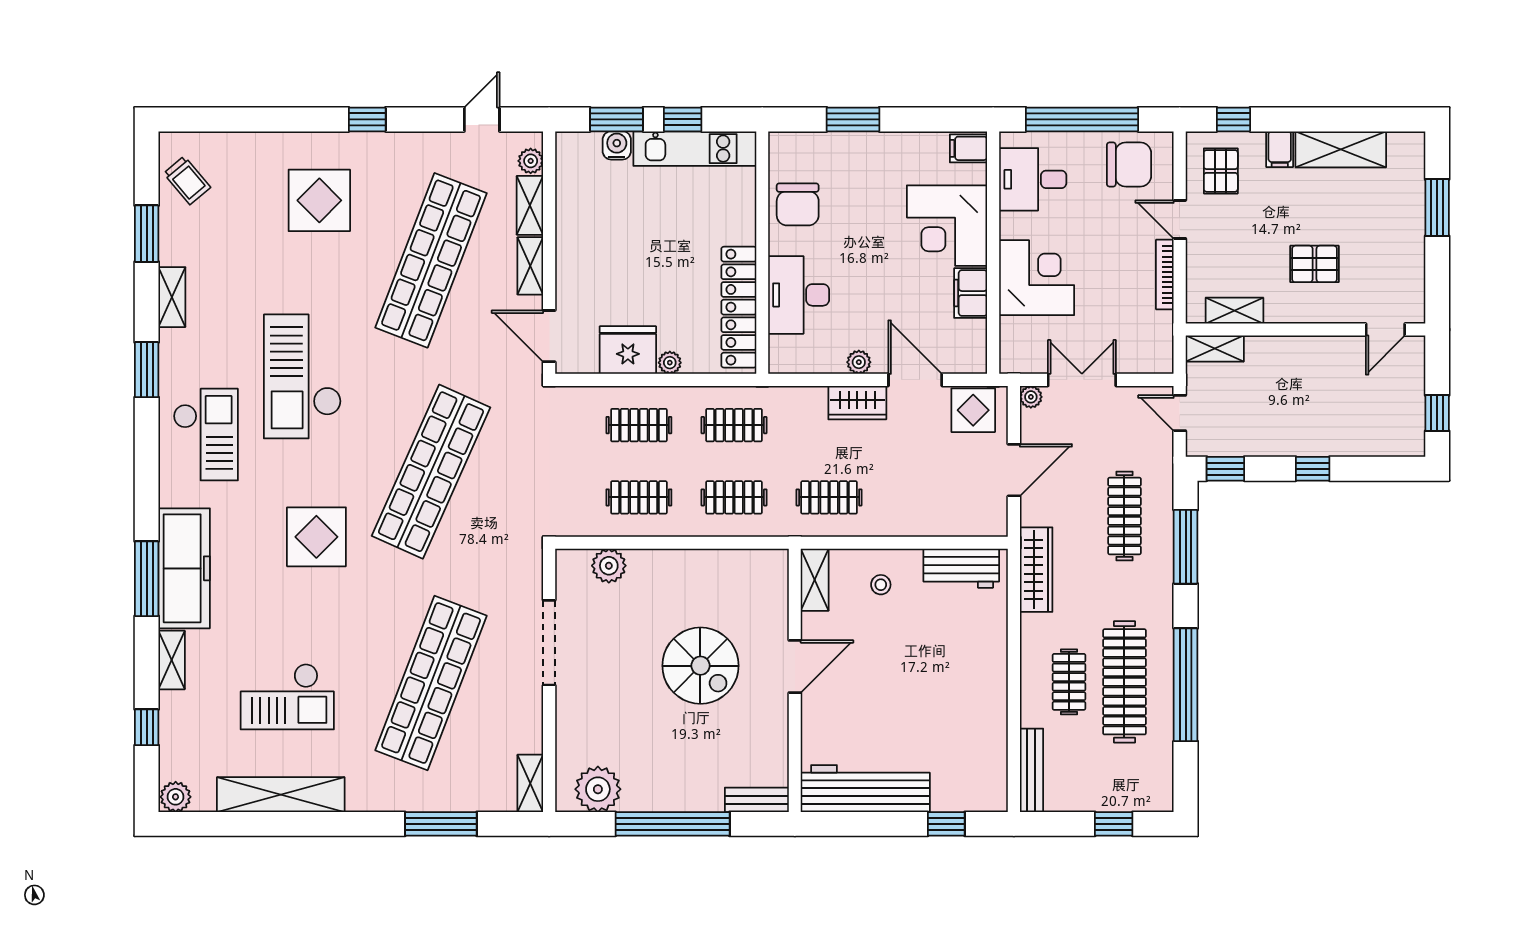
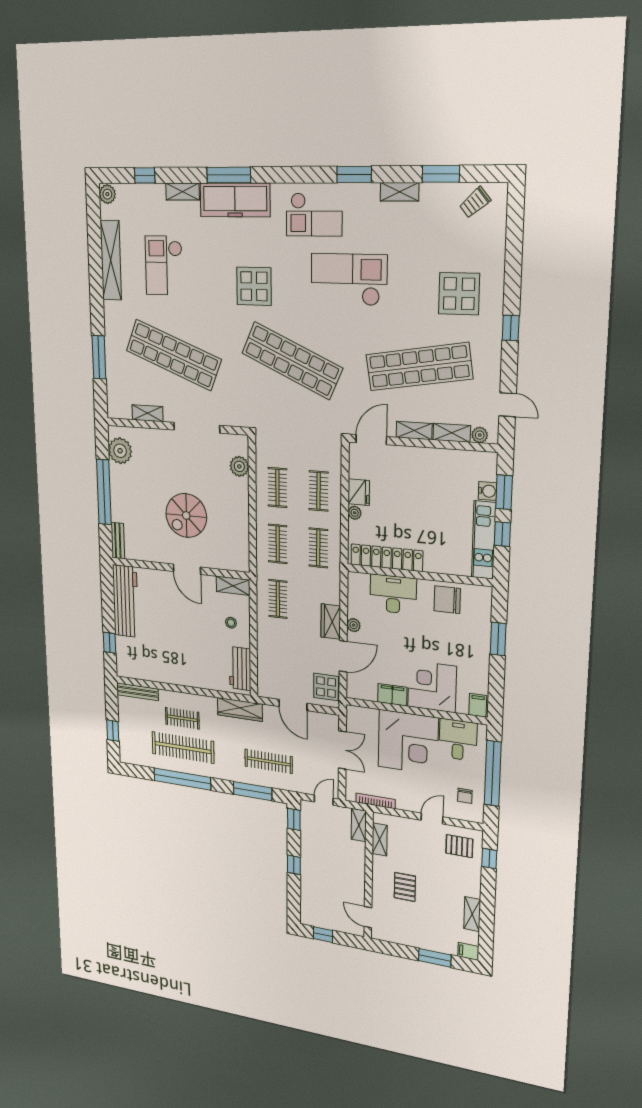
filing cabinet: (1280, 149) -> (468, 951), moved
shelving: (1341, 149) -> (472, 914), width x0.67, depth x0.75
chair: (1129, 165) -> (465, 796), width x0.54, depth x0.54
shop shelf: (431, 260) -> (419, 367), turned -30
bookcase: (1165, 275) -> (376, 801), moved
corner desk: (1037, 278) -> (408, 742), width x1.36, depth x1.36
fridge: (628, 350) -> (359, 492), width x0.73, depth x0.75
plant: (1031, 397) -> (333, 720), removed
shelving: (530, 783) -> (148, 413), moved

